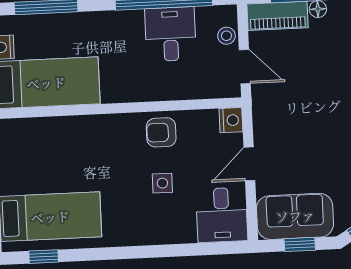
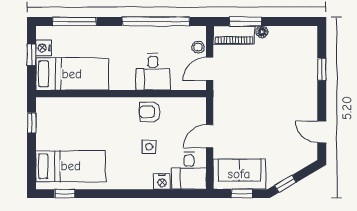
desk: (170, 34) -> (153, 72), moved, turned 180
door: (245, 67) -> (210, 69), swing flipped
nightstand: (231, 120) -> (162, 181), moved, turned 90

